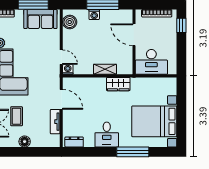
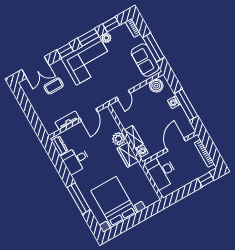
washing machine: (68, 69) -> (142, 151), moved
plant: (99, 84) -> (119, 139), added
desk: (107, 135) -> (76, 160), moved
floor lamp: (25, 142) -> (37, 104), removed

